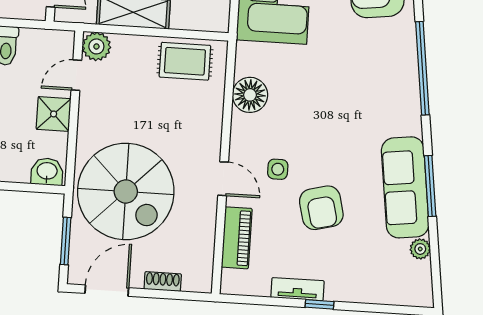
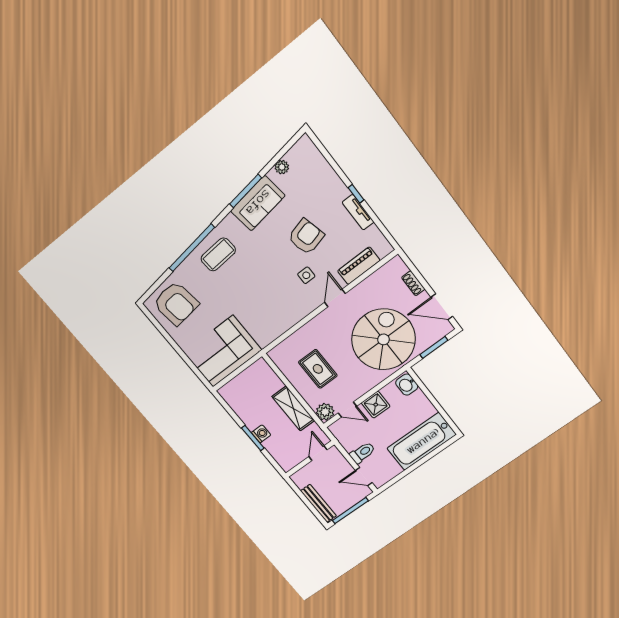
rug: (185, 61) -> (318, 369), moved
coffee table: (389, 91) -> (218, 254), added
floor lamp: (250, 95) -> (282, 320), removed
sofa: (405, 187) -> (258, 203), width x0.73

